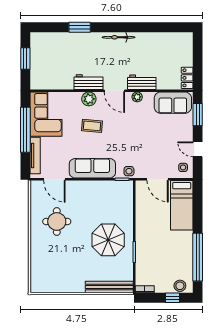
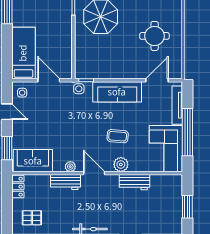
pallet: (174, 48) -> (32, 218), added
workbench: (88, 82) -> (134, 182), moved
door: (54, 179) -> (157, 80), hinge flipped

